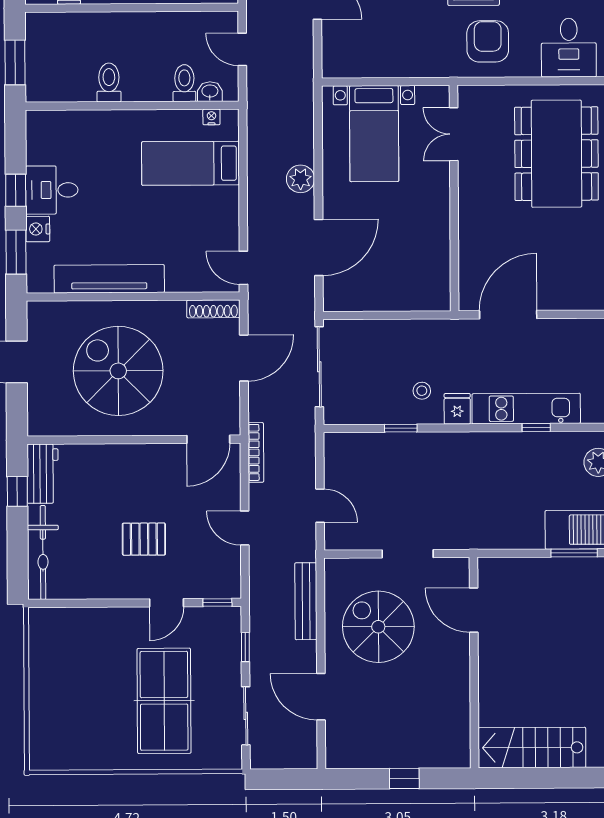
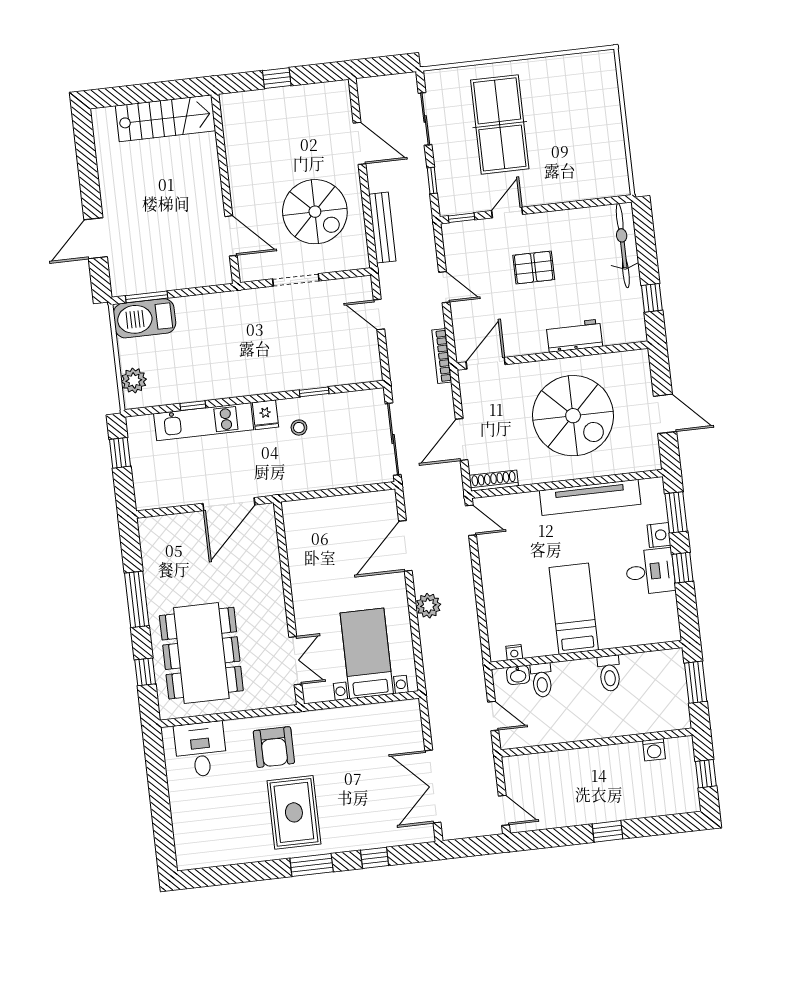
bed: (190, 163) -> (574, 609), moved, turned -90
workbench: (43, 474) -> (574, 336), moved, turned 90

